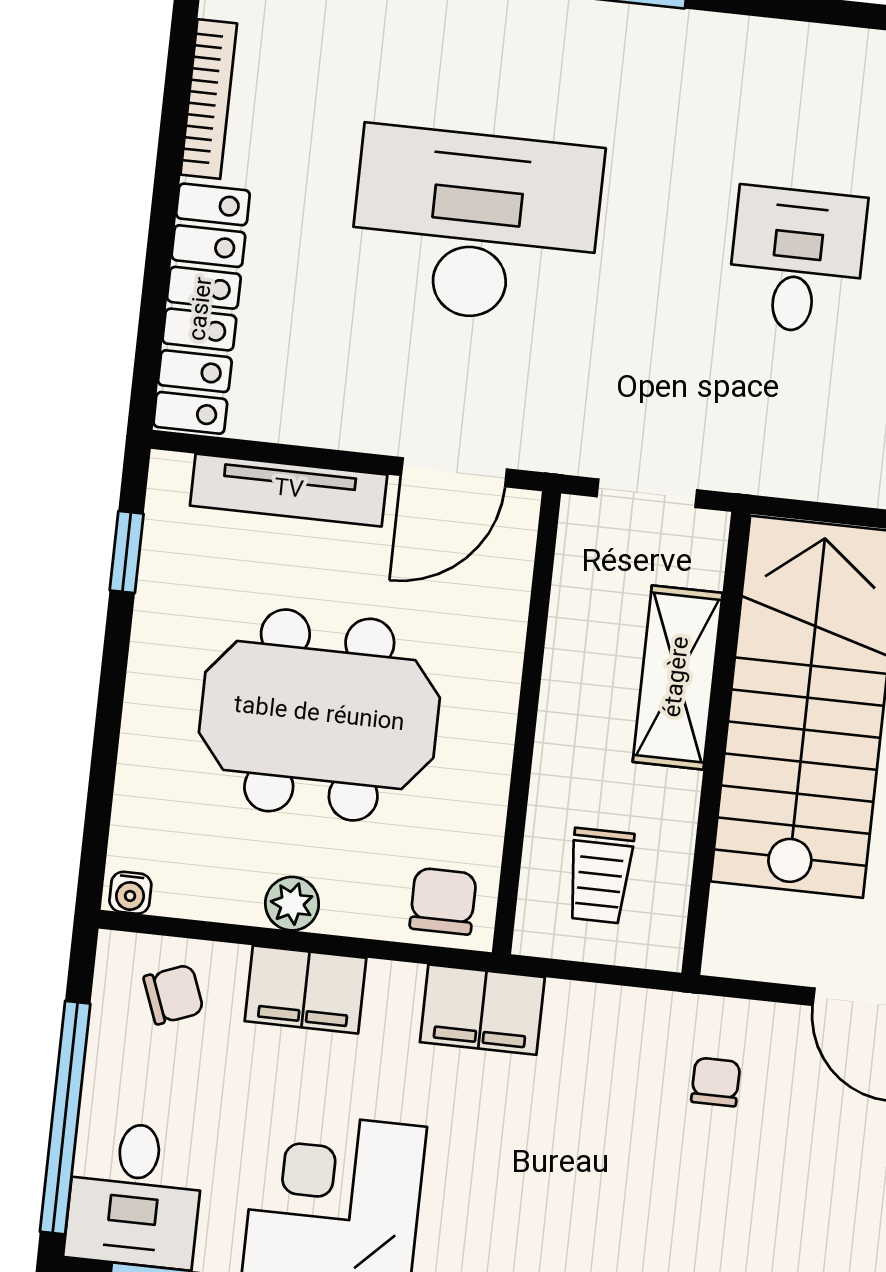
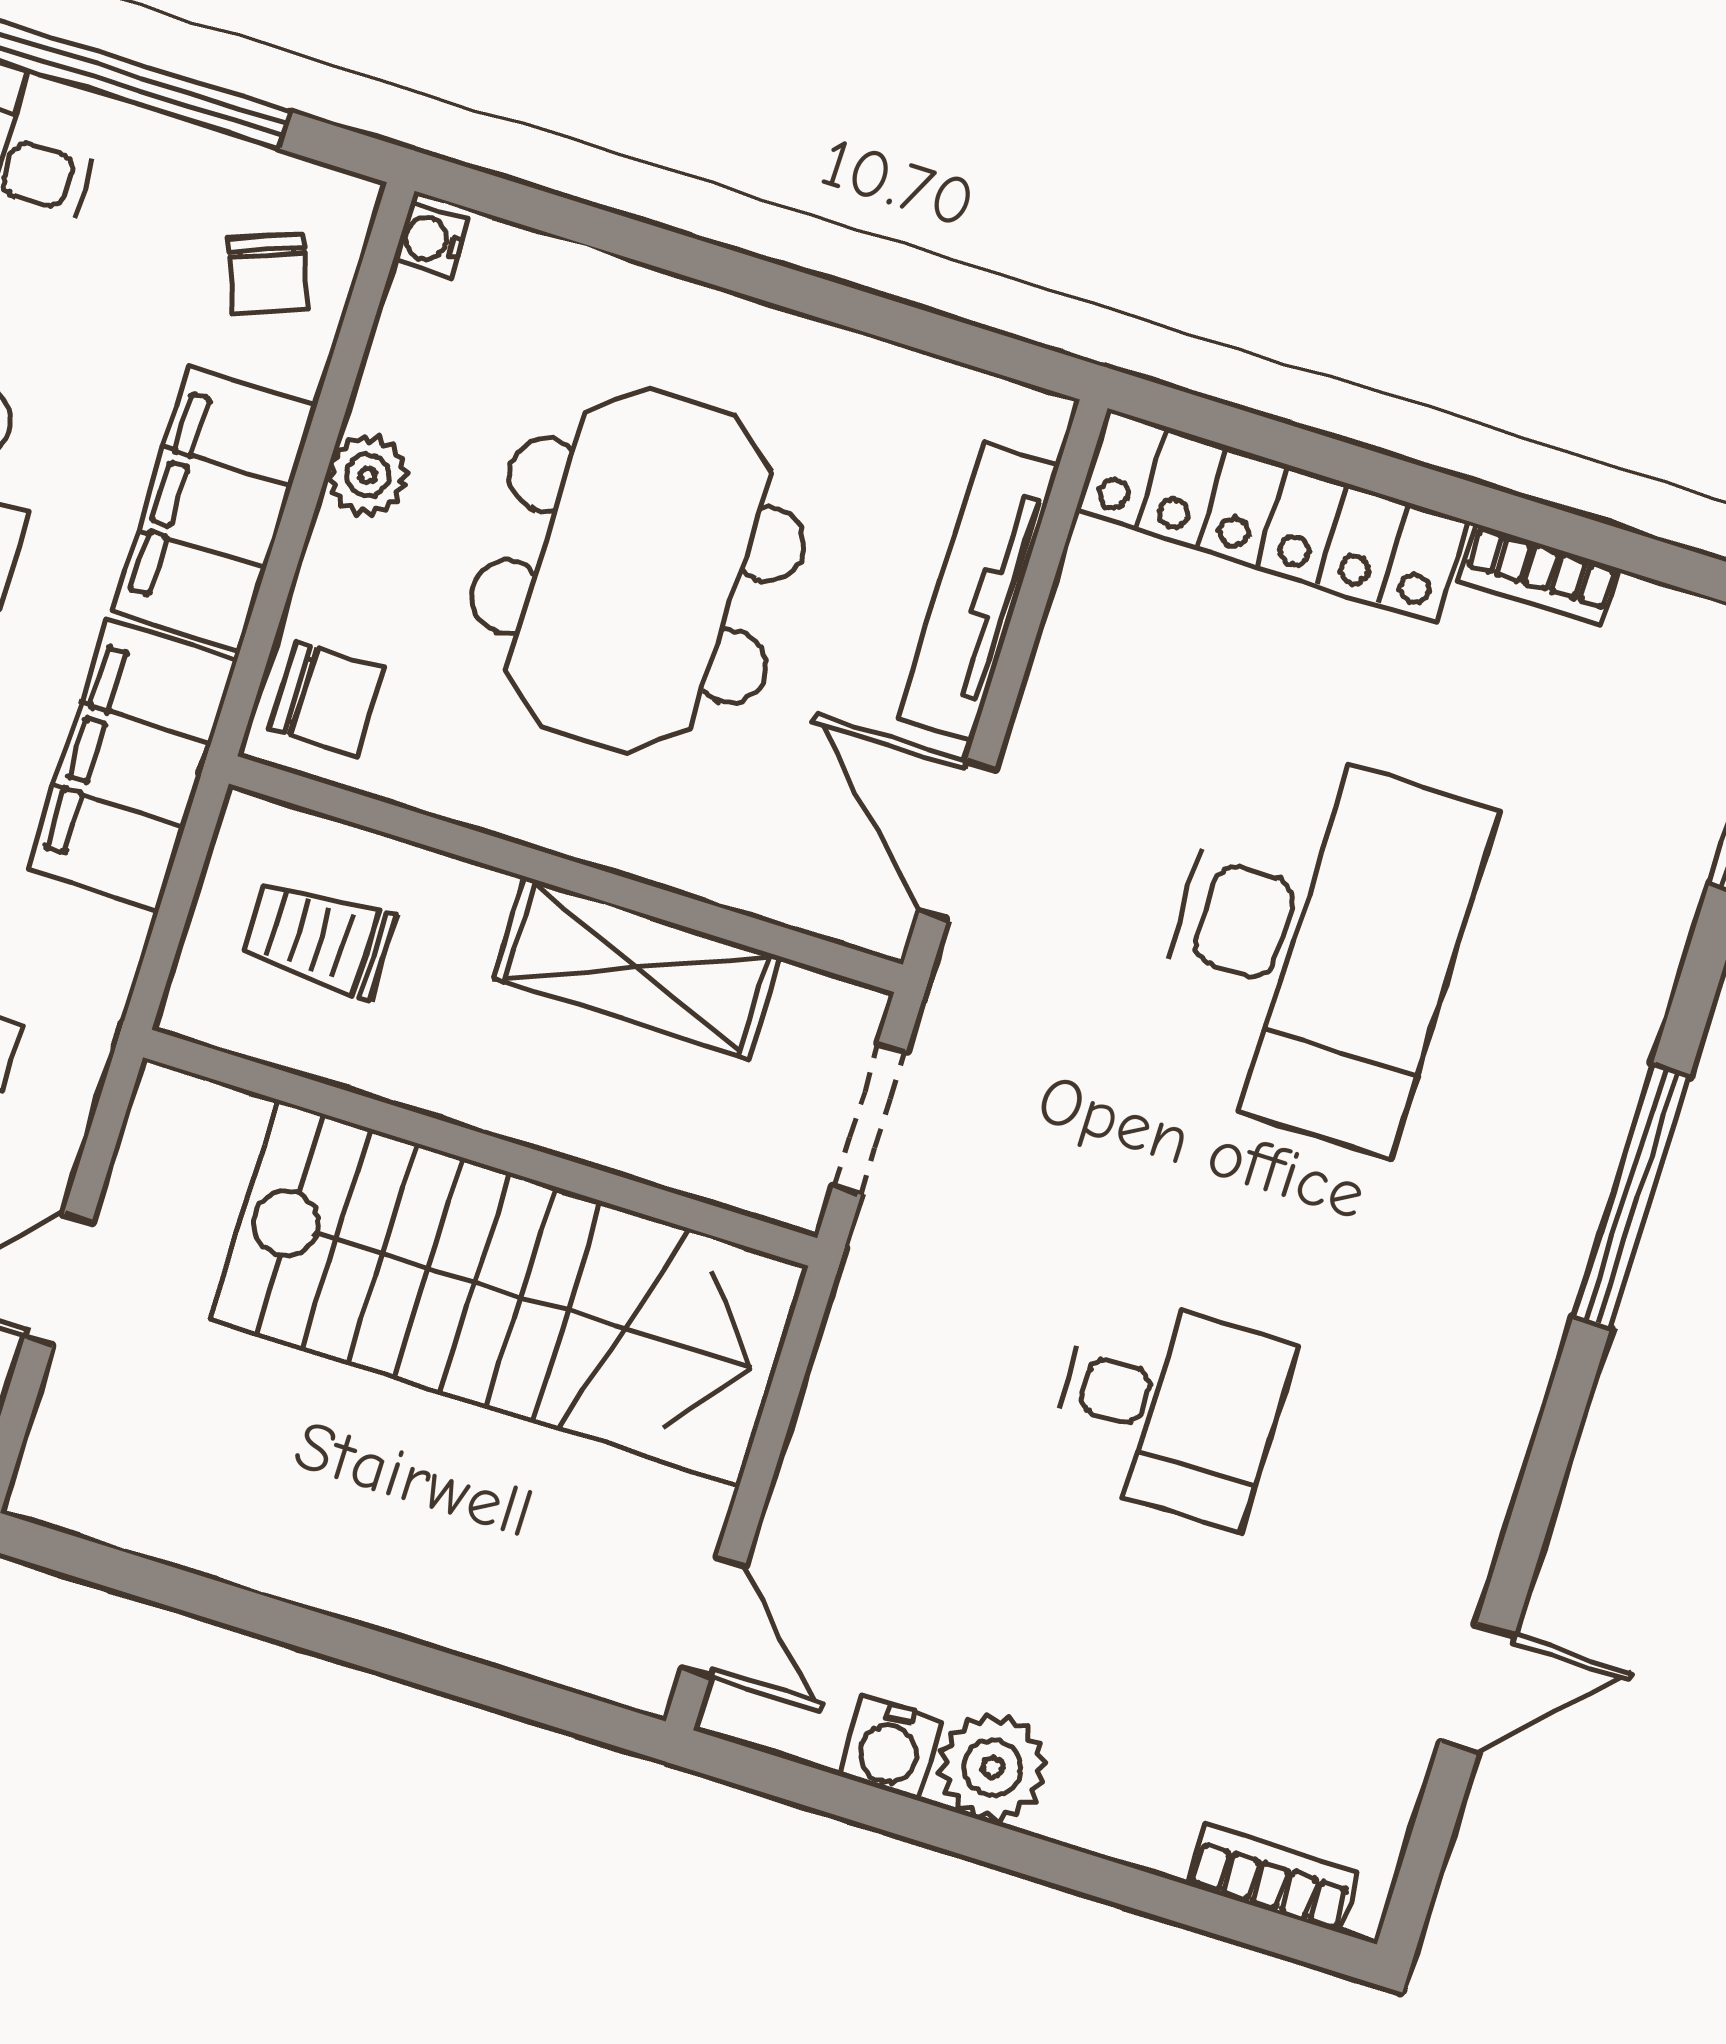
bookcase: (209, 99) -> (1539, 575), width x0.64
window: (127, 552) -> (935, 334), removed
shelving: (678, 677) -> (637, 968), moved
filing cabinet: (305, 989) -> (215, 508), width x1.50, depth x1.17
filing cabinet: (482, 1010) -> (133, 764), width x1.50, depth x1.17

